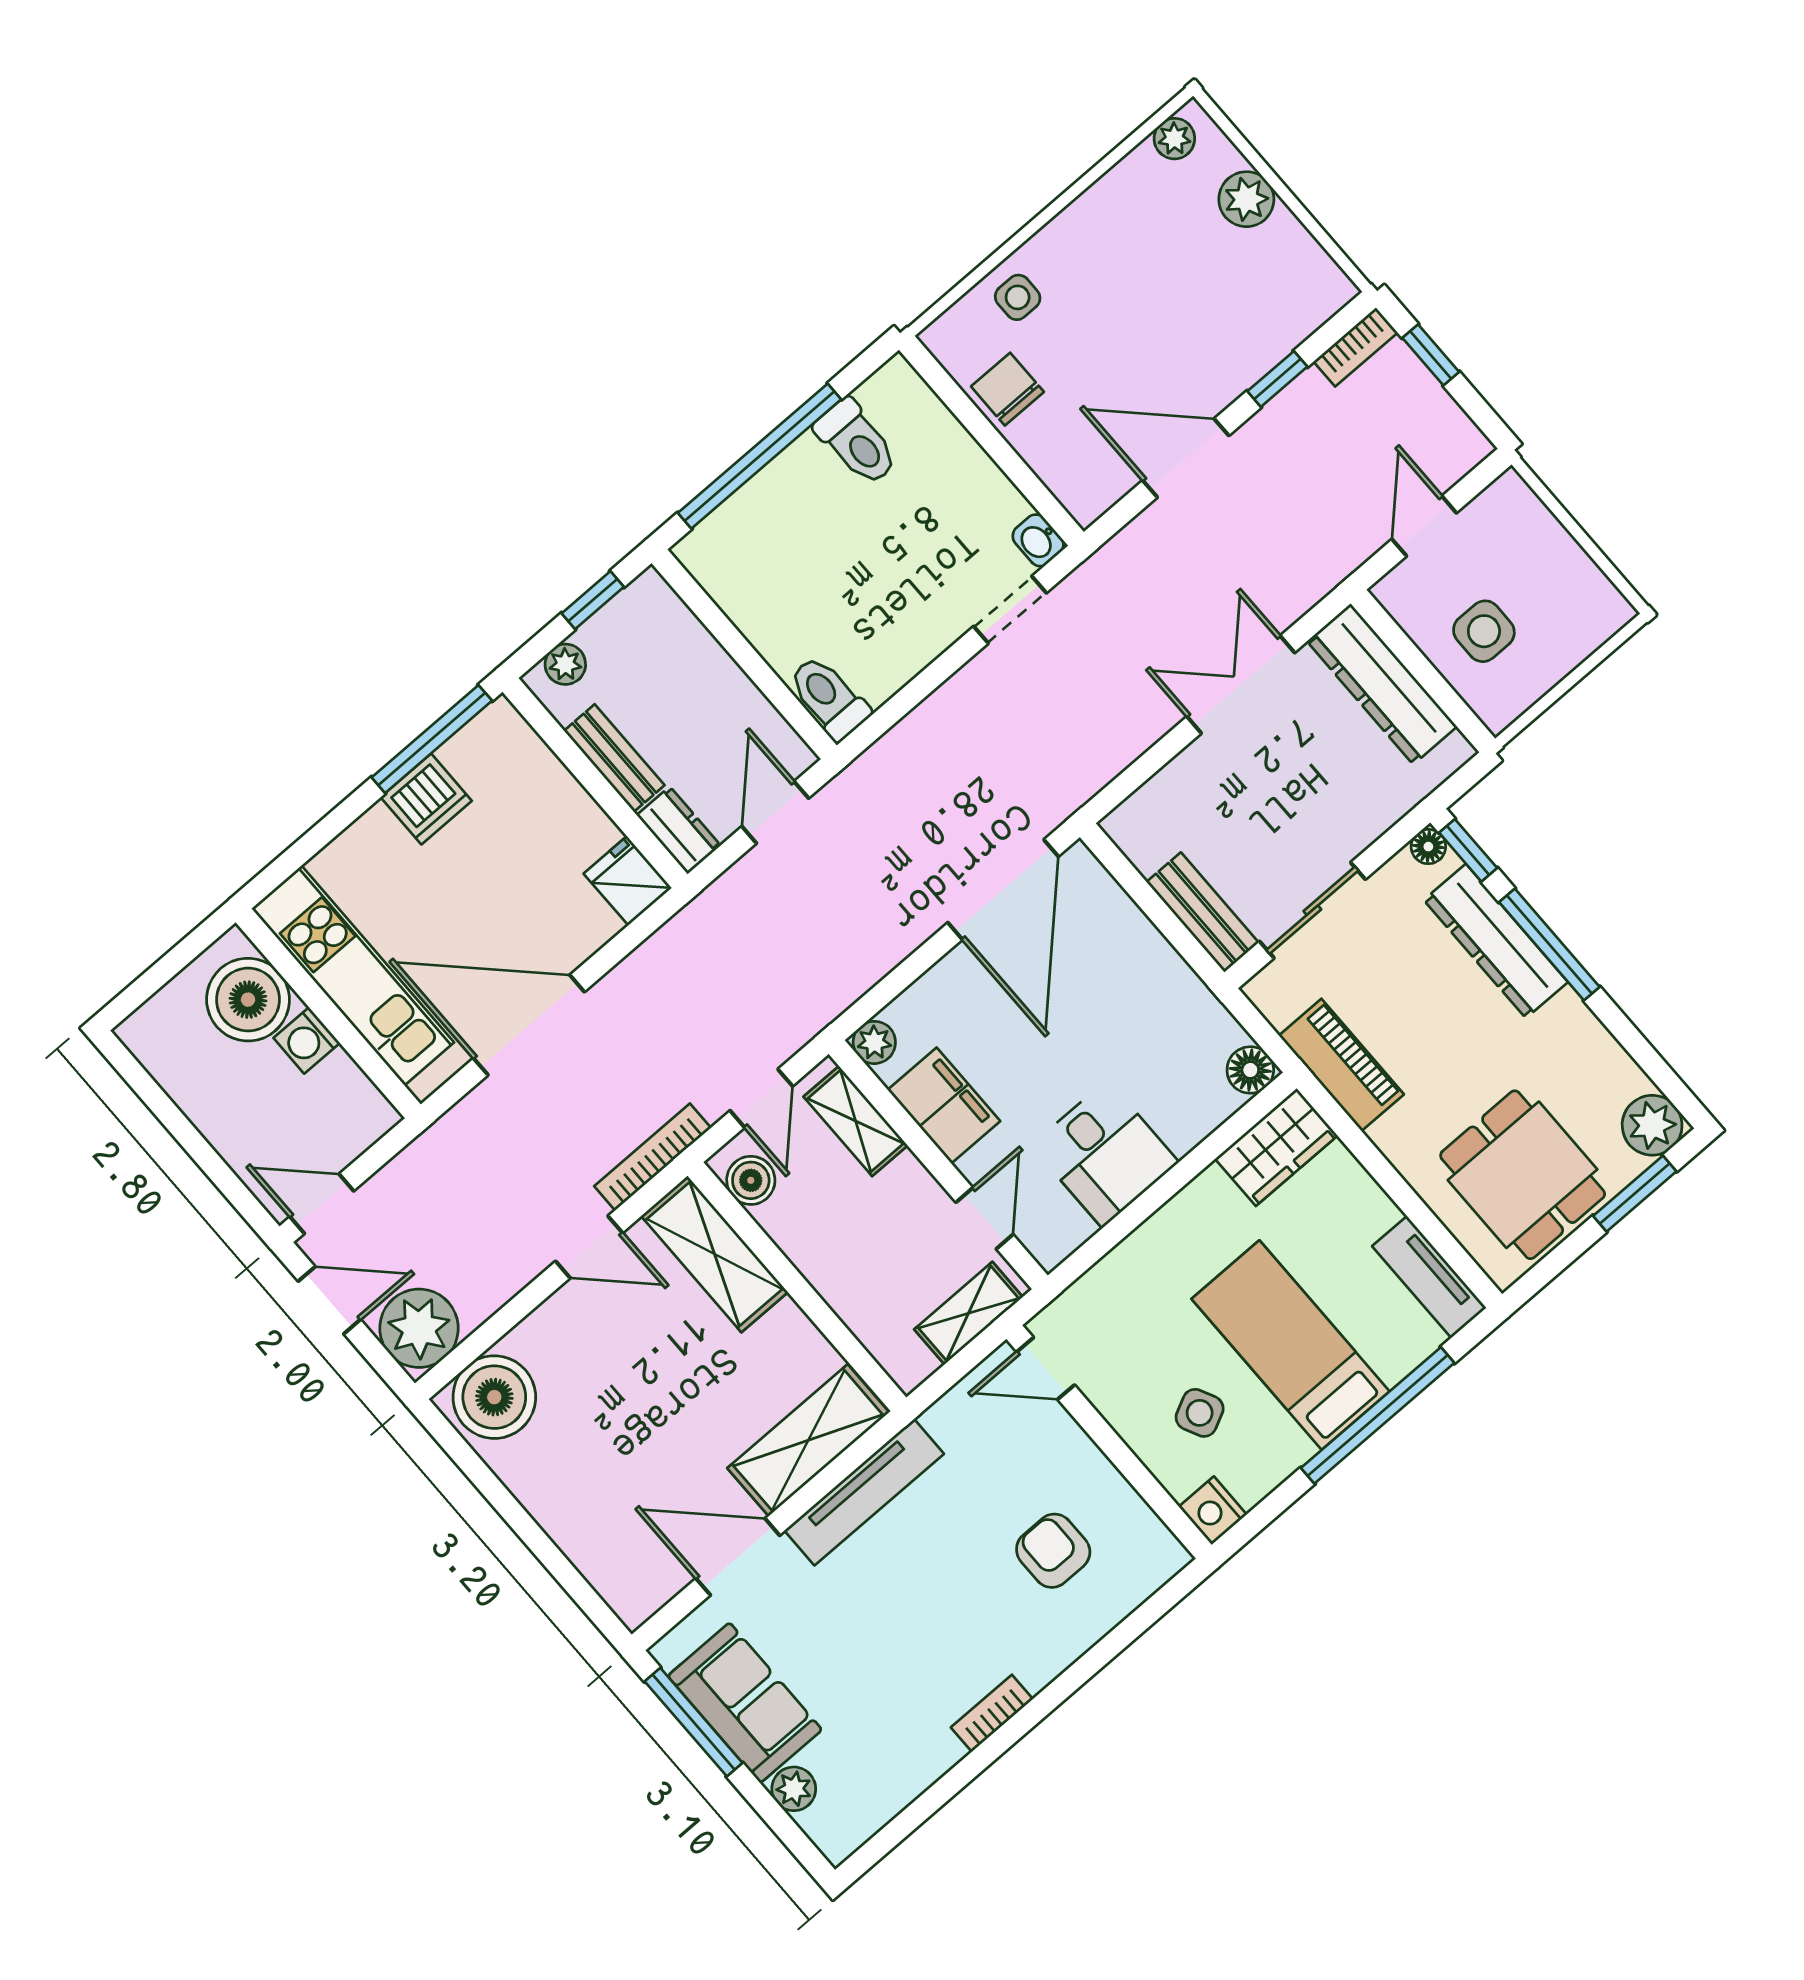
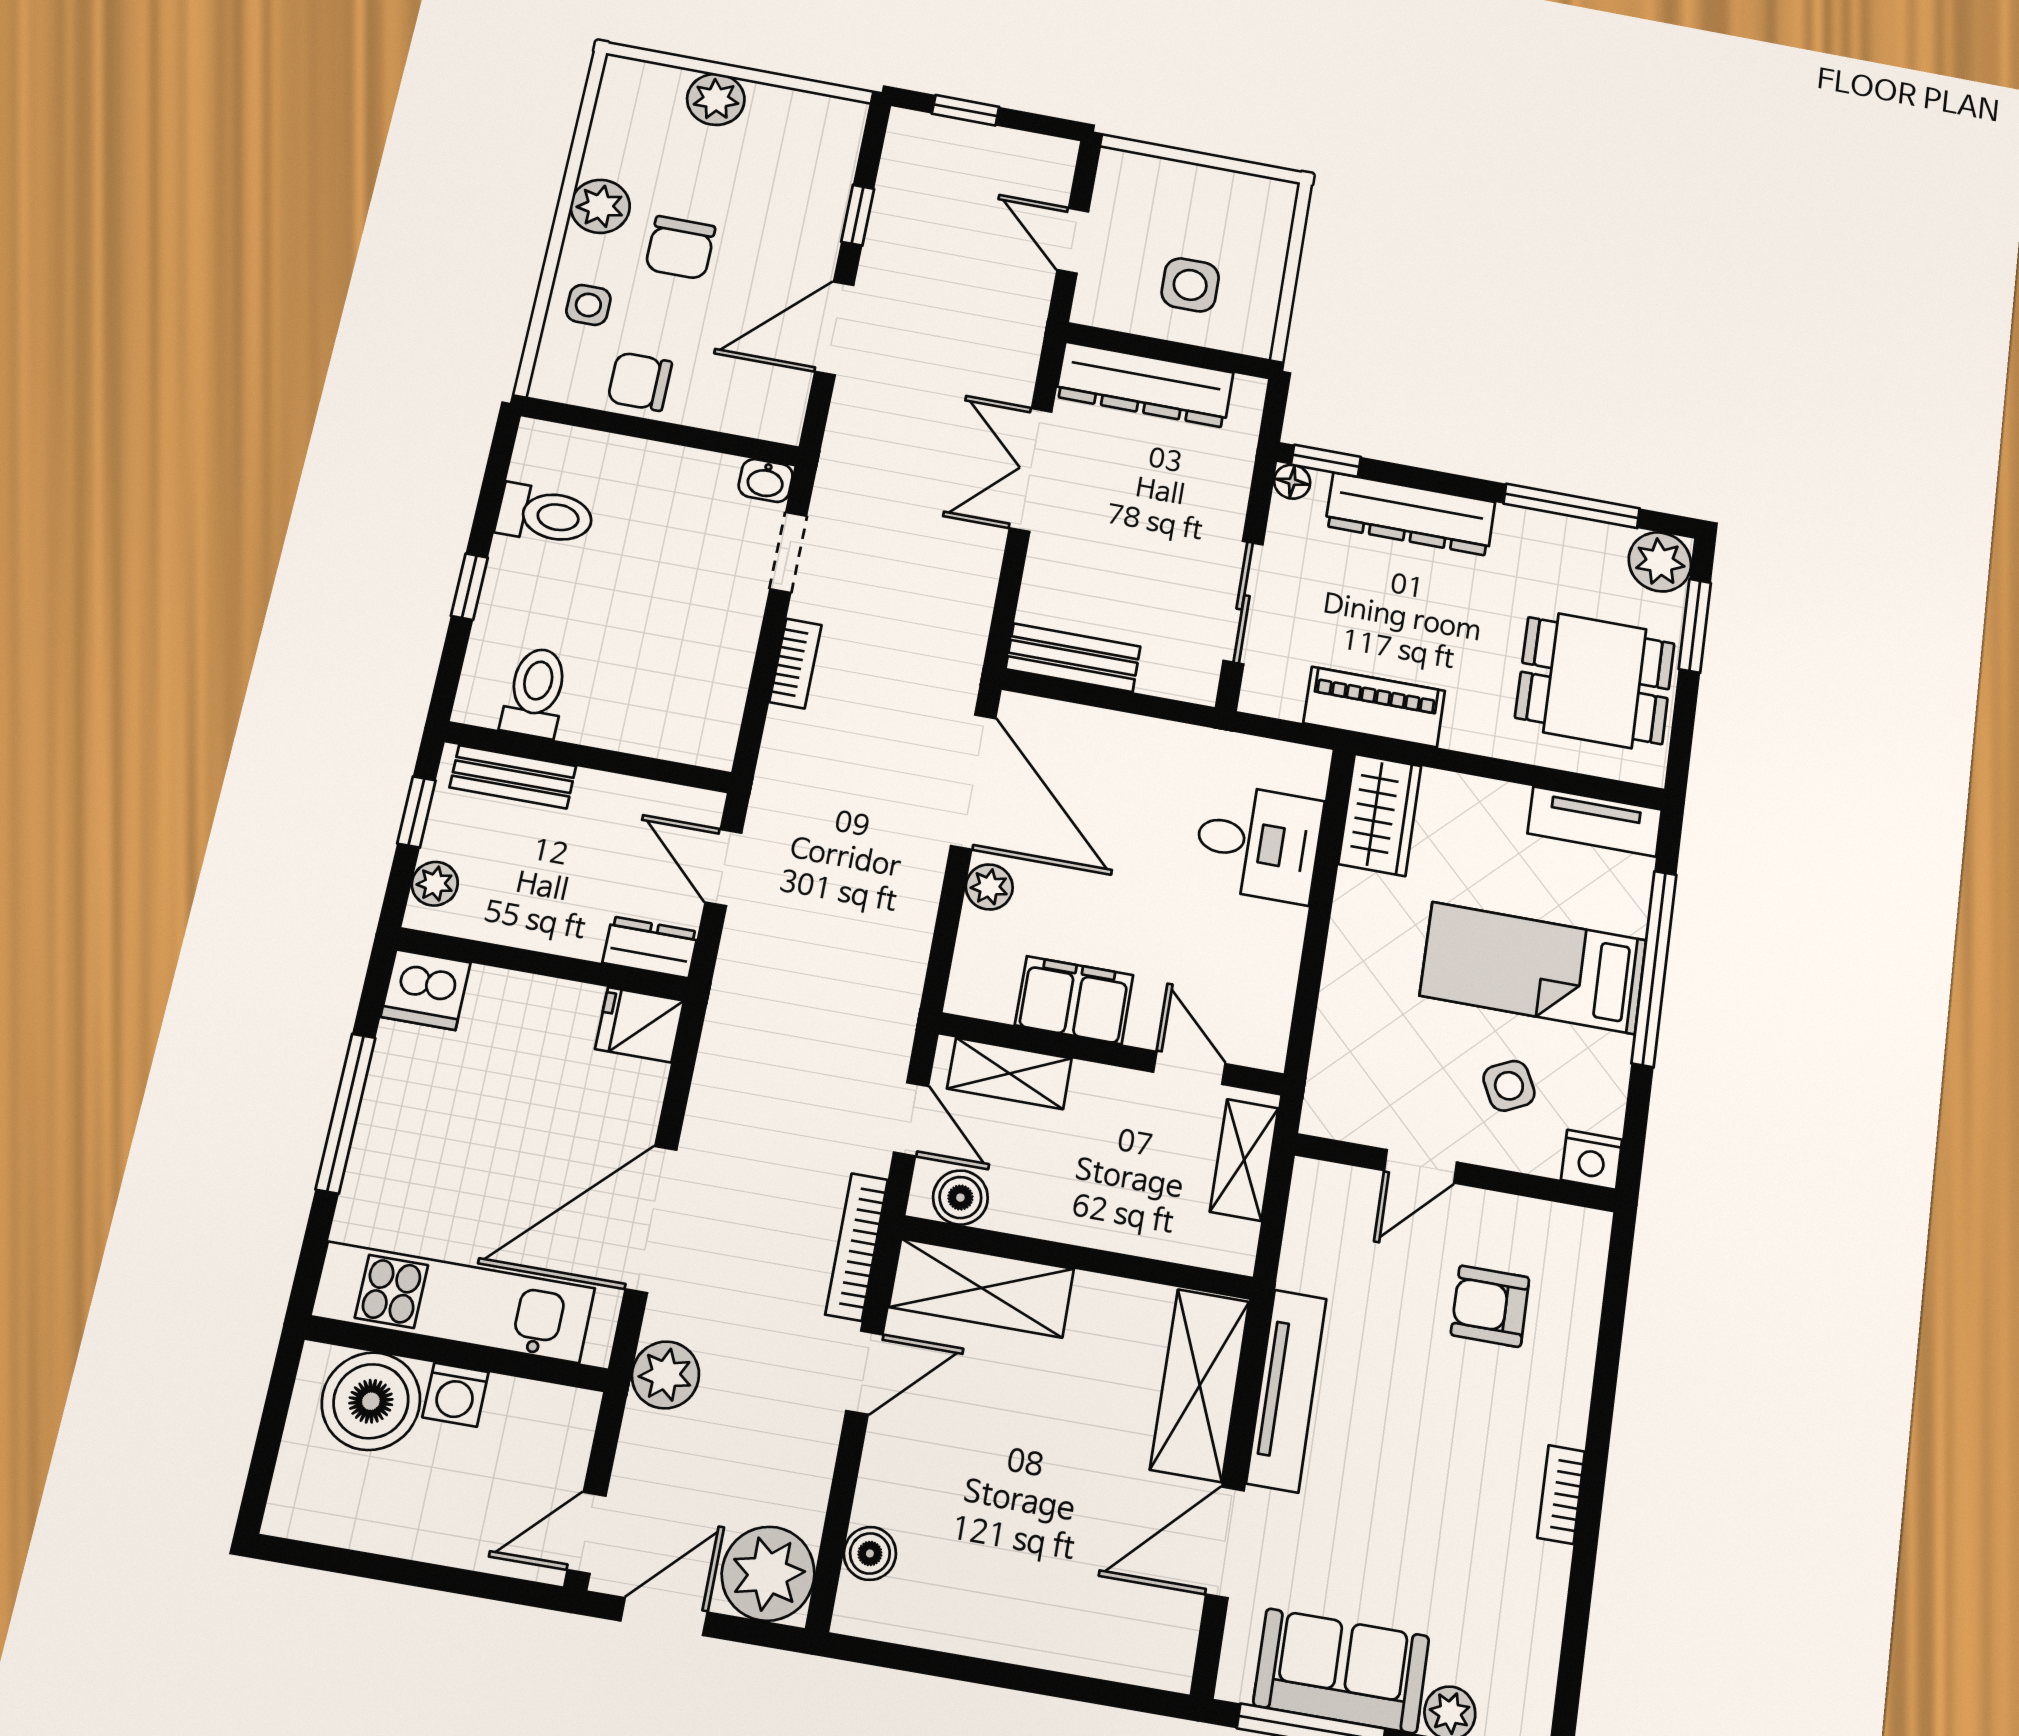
plant: (1174, 139) -> (600, 206), moved, width x1.38, depth x1.38
chair: (1122, 303) -> (680, 248), added
bookcase: (1356, 347) -> (795, 663), moved
window: (760, 456) -> (469, 587), width x0.32
toilet: (829, 698) -> (536, 692), moved, turned 90
window: (432, 739) -> (346, 1113), moved
bench: (614, 758) -> (513, 777), moved
dishwasher: (426, 799) -> (426, 990), moved, turned 90
bench: (1203, 912) -> (1073, 658), moved
window: (1549, 944) -> (1572, 506), moved
plant: (874, 1042) -> (989, 887), moved
floor lamp: (1250, 1070) -> (1304, 769), removed
plant: (455, 1140) -> (665, 1375), added
desk: (1105, 1154) -> (1258, 843), moved
door: (1046, 1368) -> (1421, 1166), moved
boiler: (494, 1397) -> (870, 1553), width x0.54, depth x0.54

